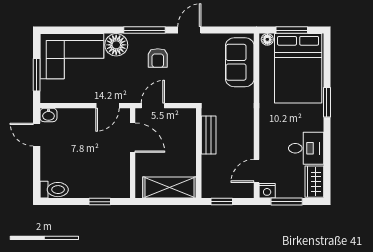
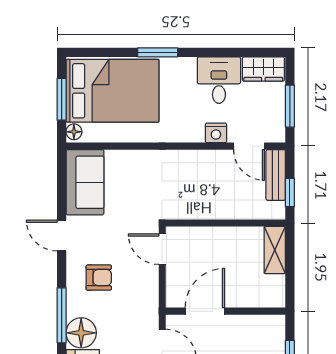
window: (144, 30) -> (62, 315), moved
sofa: (240, 62) -> (85, 182), moved, turned -90
door: (153, 106) -> (162, 249), moved
bench: (209, 135) -> (276, 175), moved, turned 90
shelving: (170, 187) -> (275, 250), width x0.67, depth x0.75
nightstand: (267, 191) -> (216, 133), moved, turned 90

